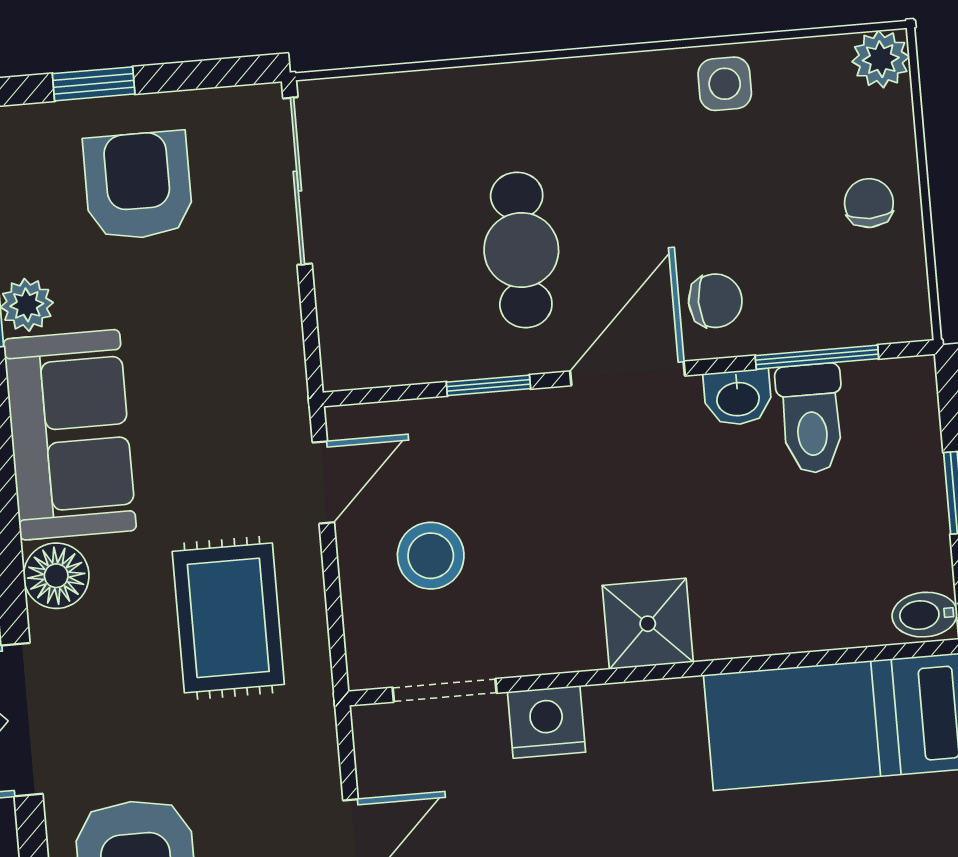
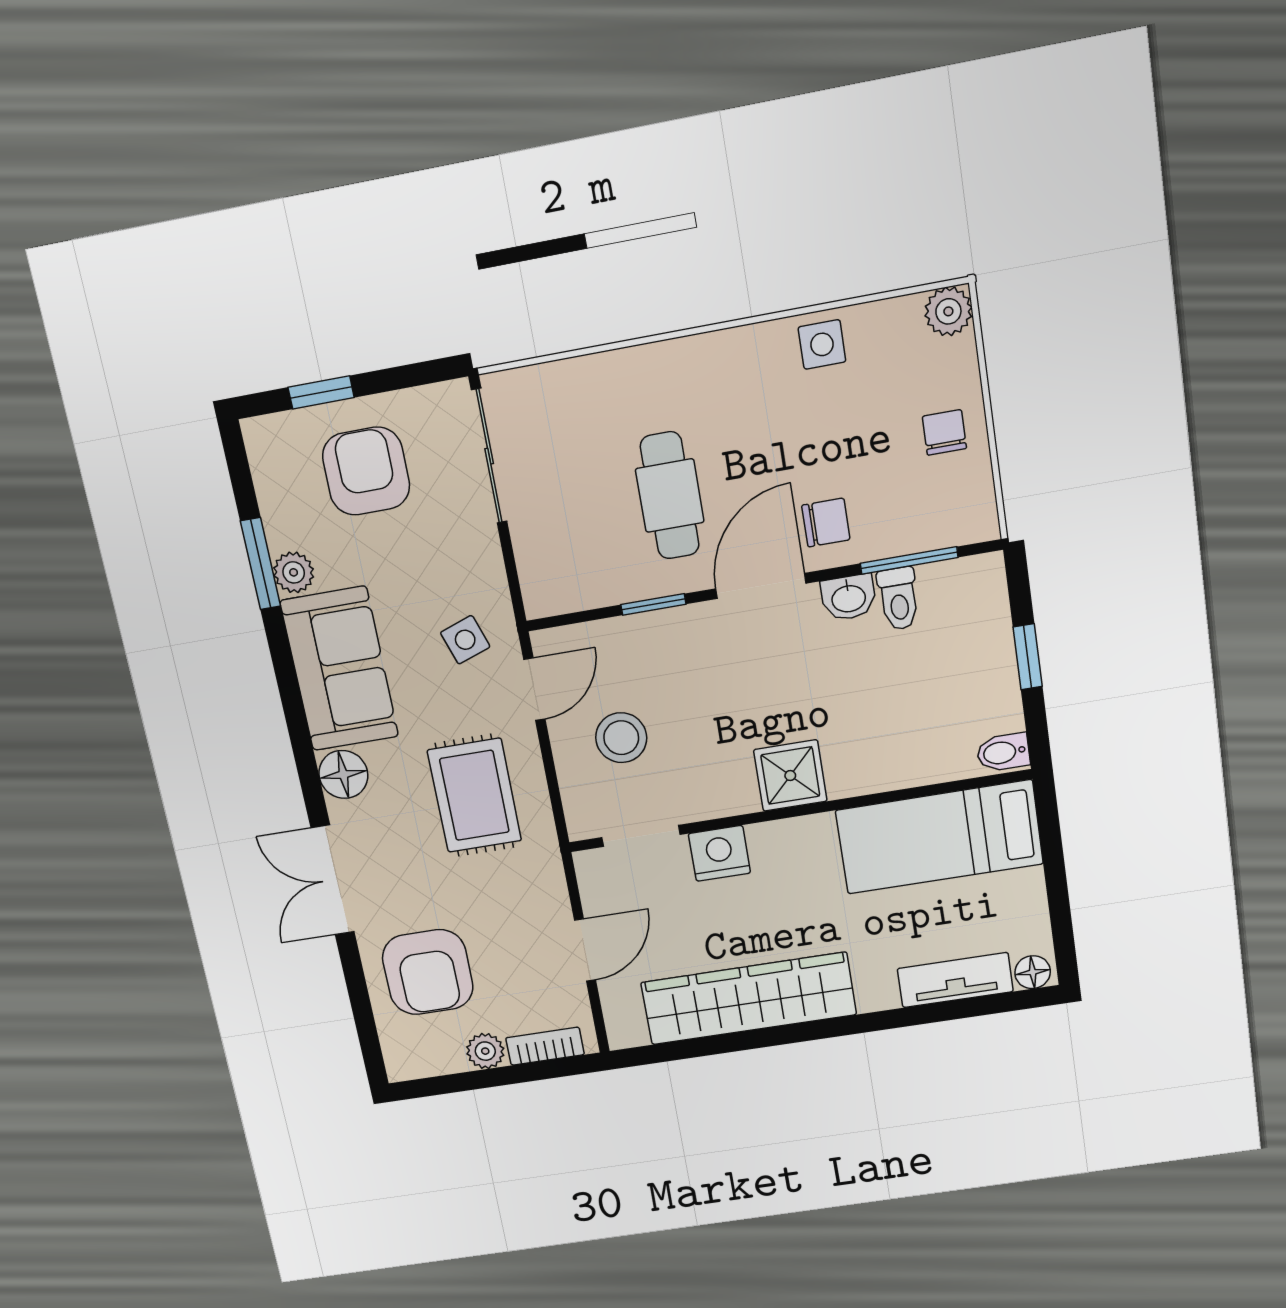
side table: (240, 410) -> (465, 640), added
toilet: (811, 419) -> (899, 599), width x0.73, depth x0.72

